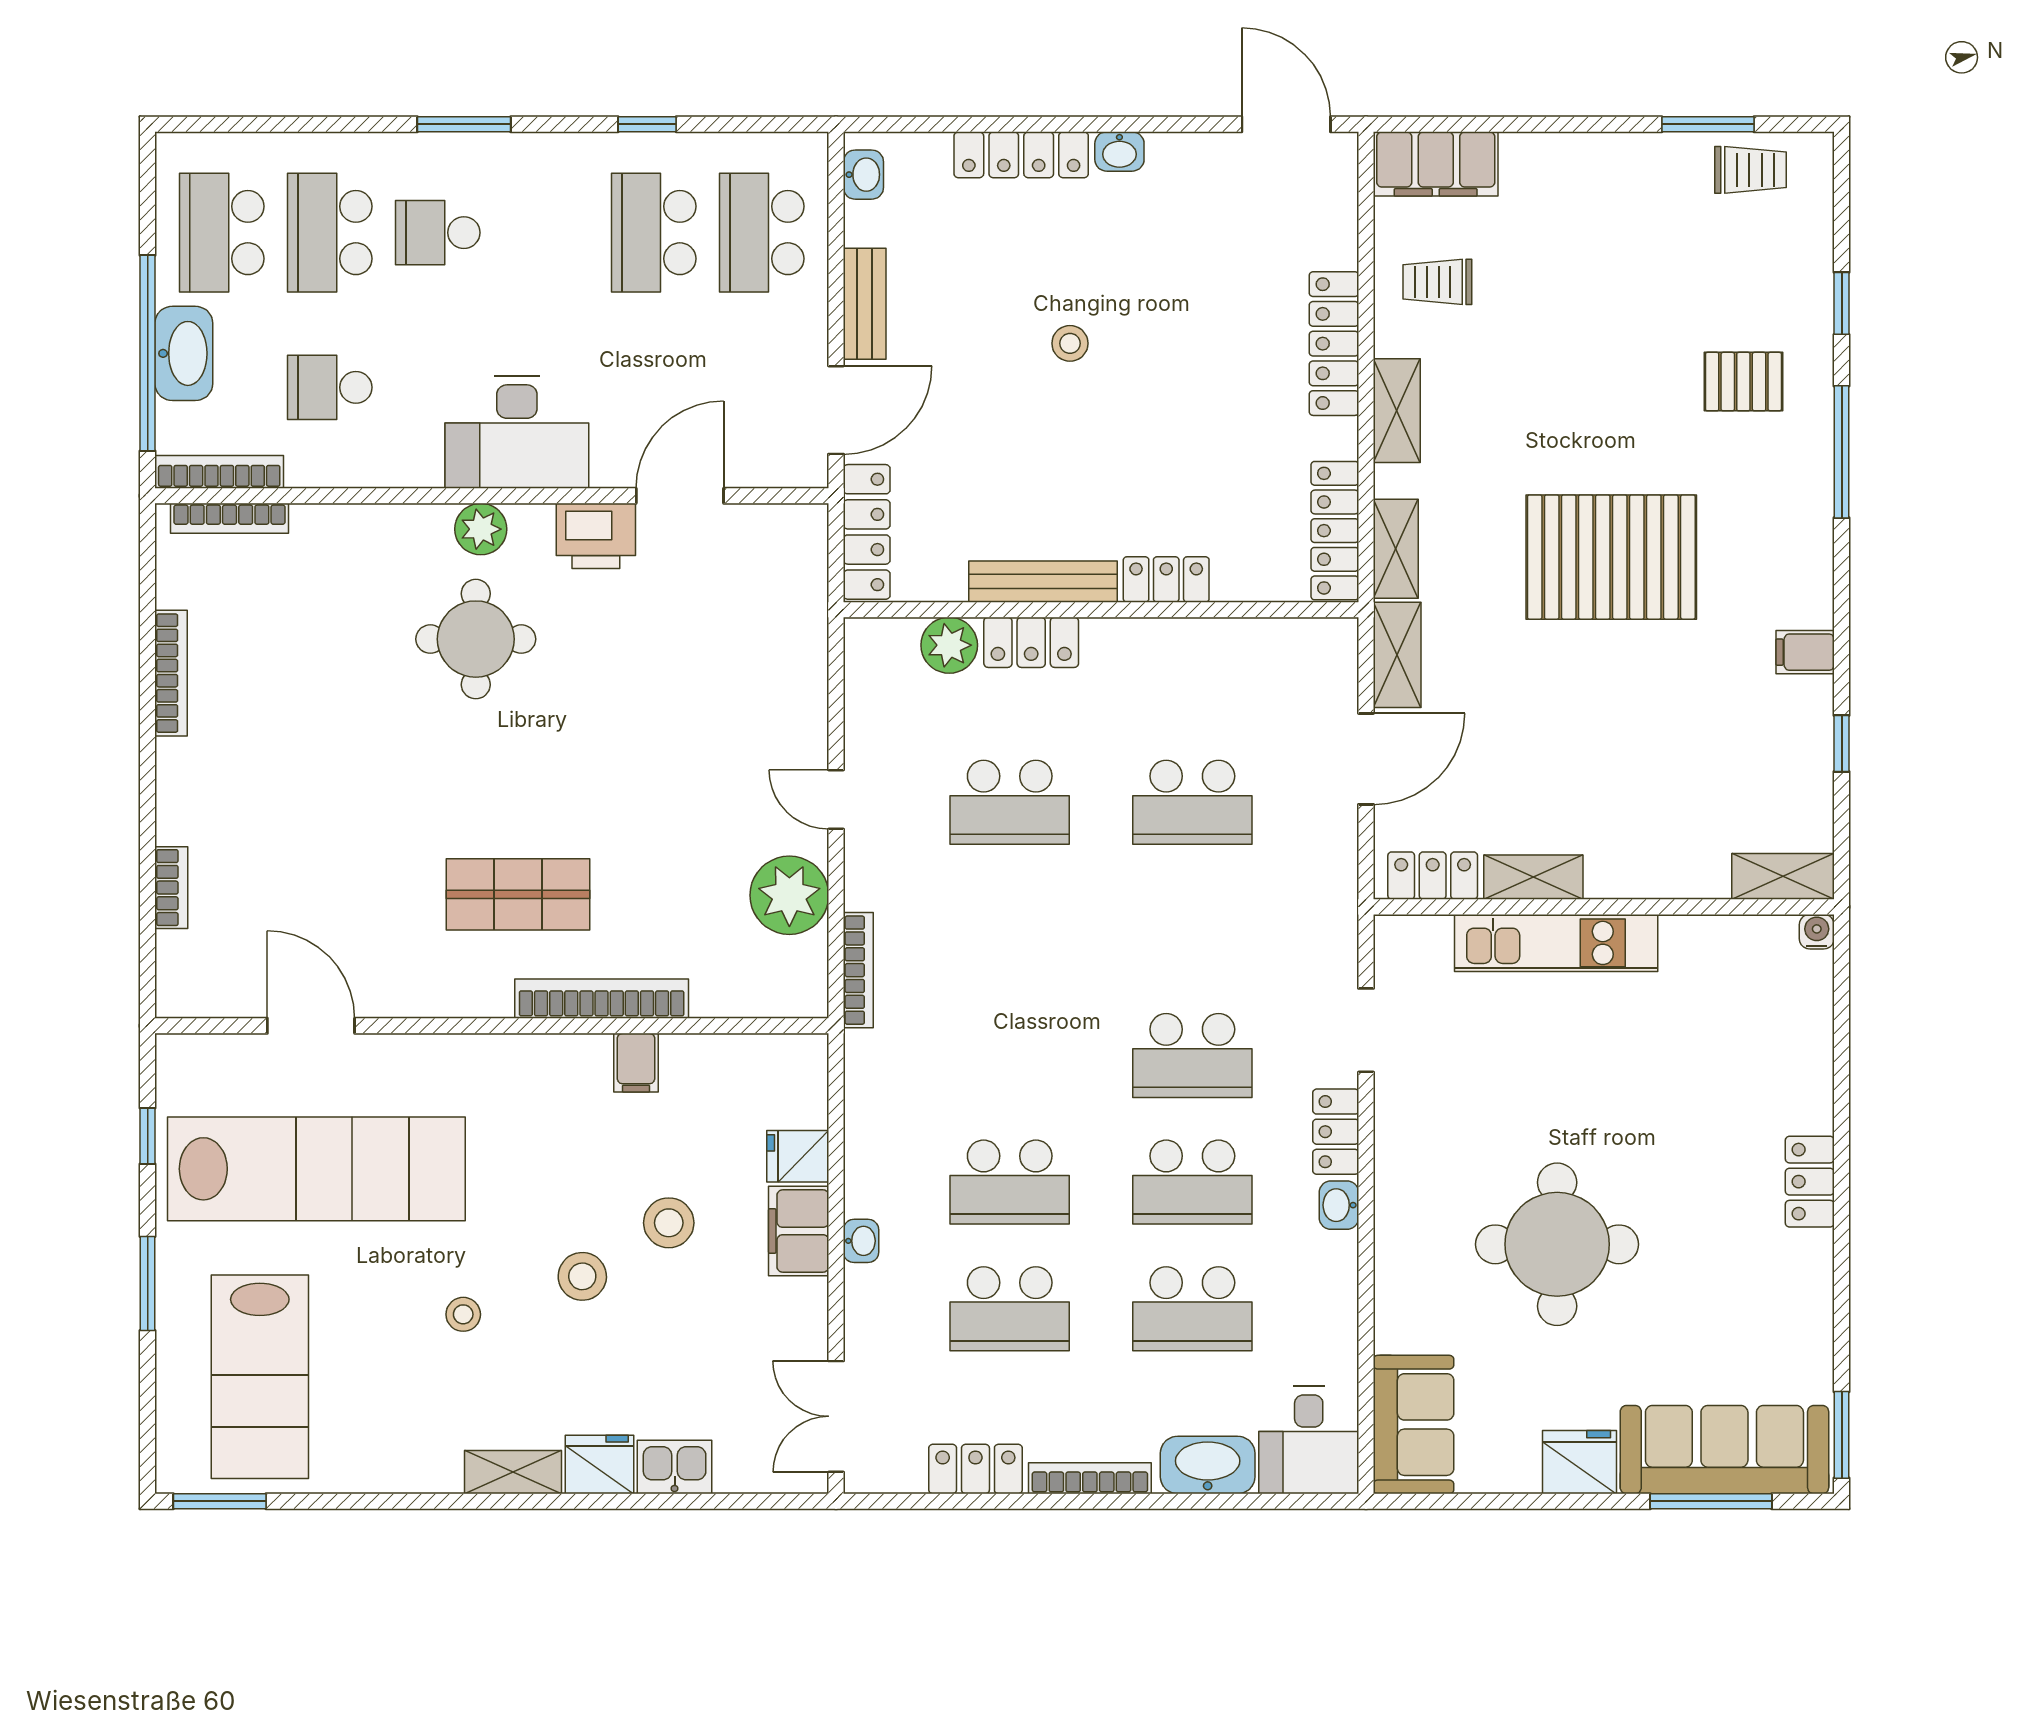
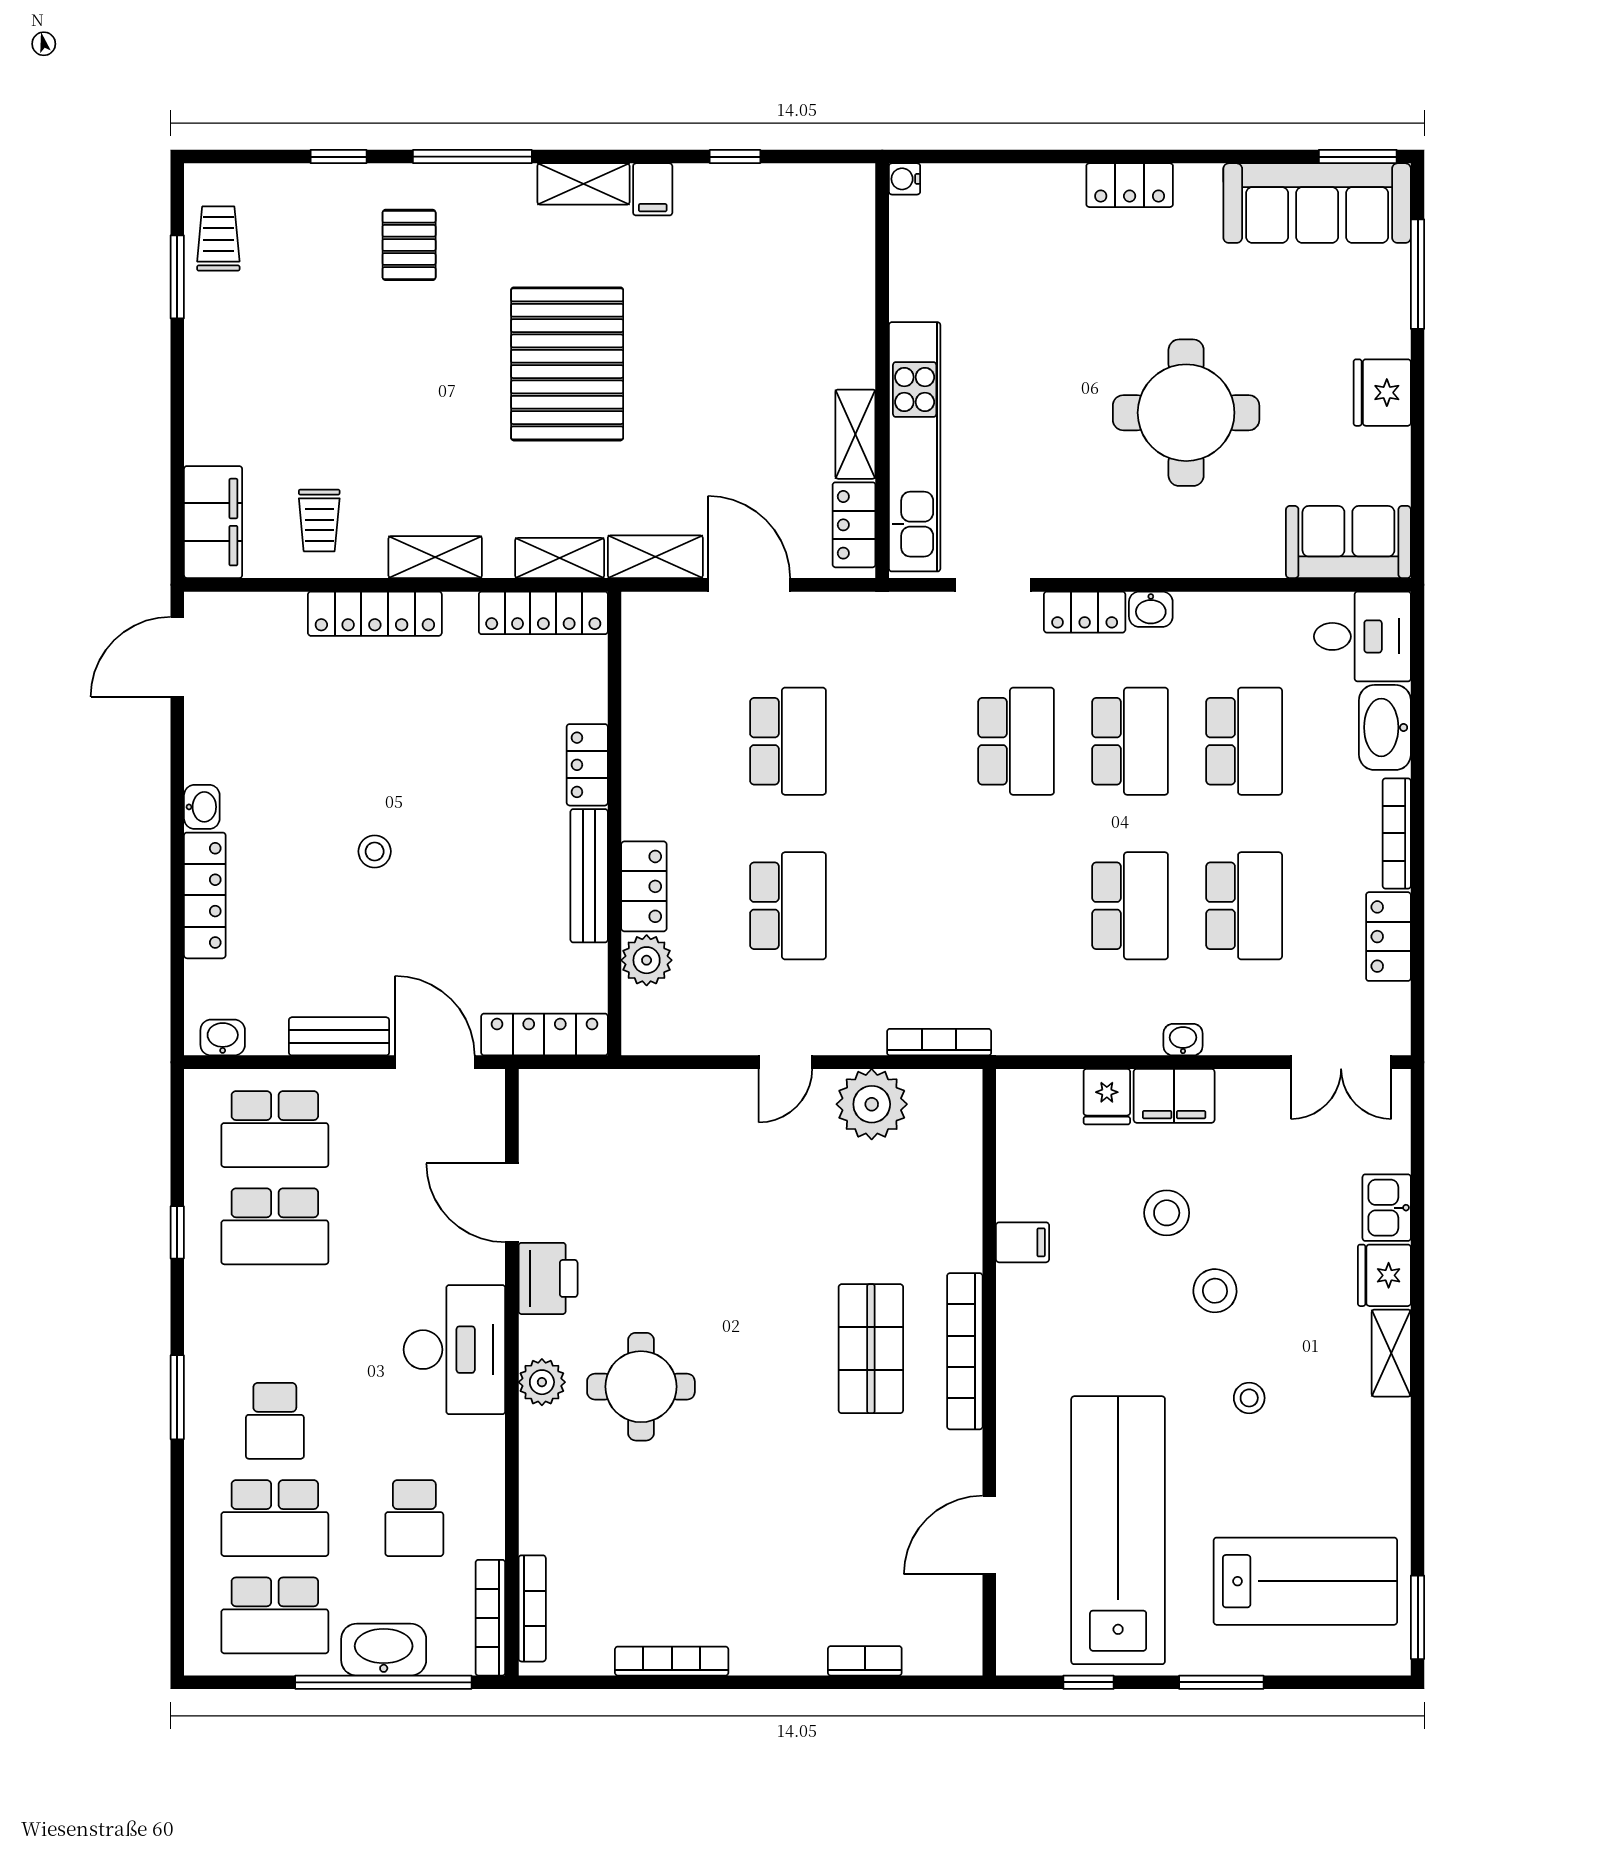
shelving: (1783, 876) -> (583, 184), moved, turned 90
kitchen unit: (1556, 943) -> (915, 447), width x1.36
bookcase: (602, 999) -> (965, 1351), moved
sofa: (1724, 1450) -> (1317, 203), moved, turned -90

